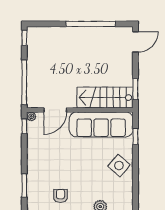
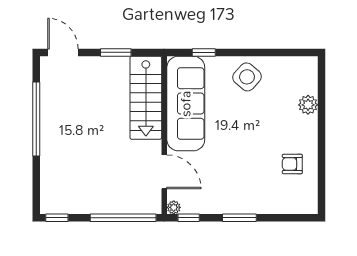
window: (135, 89) -> (116, 52), moved
window: (24, 185) -> (239, 218), moved

